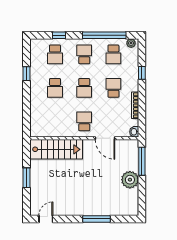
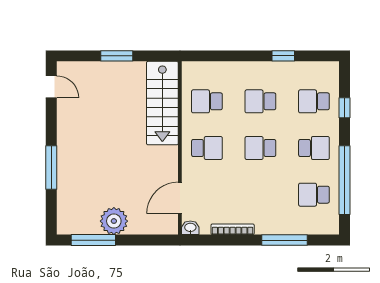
plant: (131, 43) -> (332, 223), removed
window: (142, 73) -> (284, 240), width x2.17
school desk: (113, 88) -> (207, 101), moved, turned 180
door: (105, 138) -> (180, 198), moved
window: (142, 161) -> (93, 240), moved

